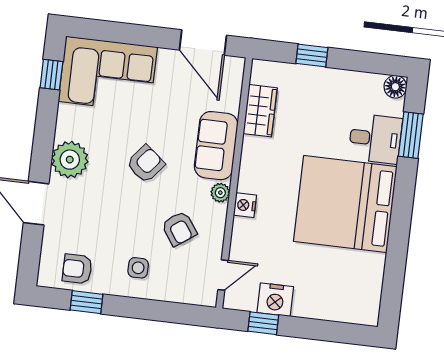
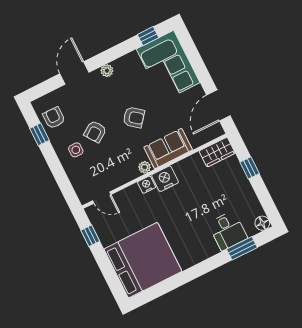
wardrobe: (260, 111) -> (217, 152), moved
plant: (70, 160) -> (107, 71), width x0.53, depth x0.53
bed: (345, 204) -> (143, 260), moved, turned 90
armchair: (179, 229) -> (95, 132), moved
nightstand: (275, 300) -> (165, 179), moved, turned 90

